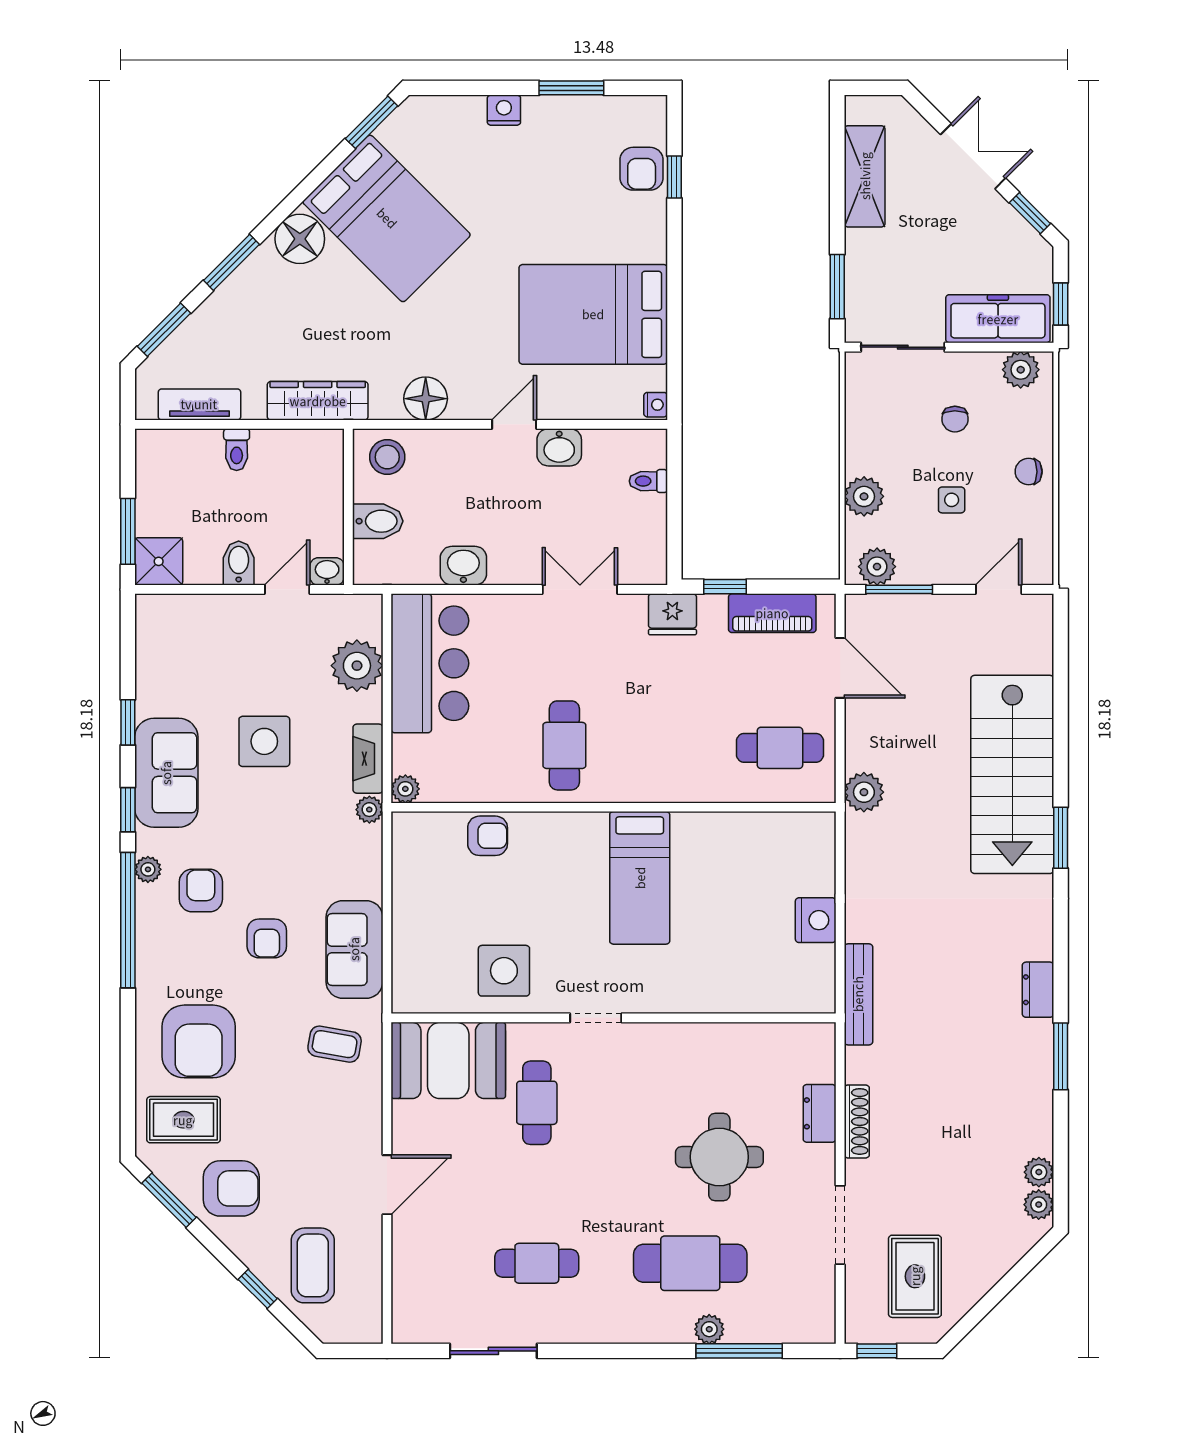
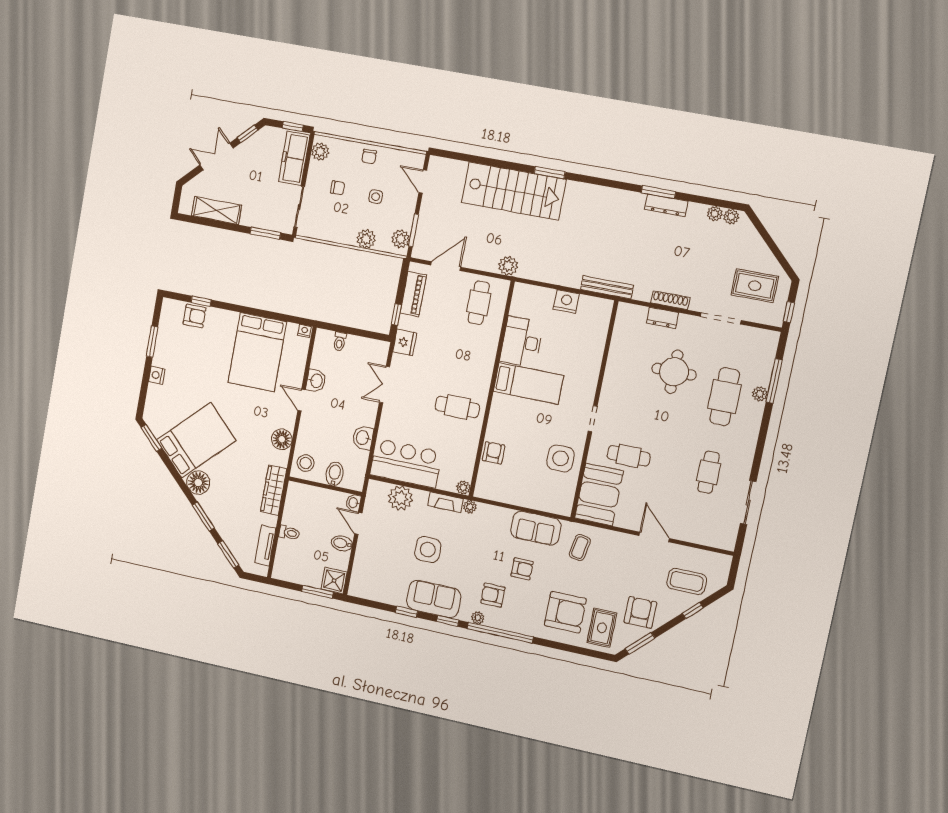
desk: (719, 848) -> (522, 342), added
dresser: (1038, 990) -> (666, 205), moved, width x1.44

